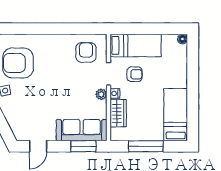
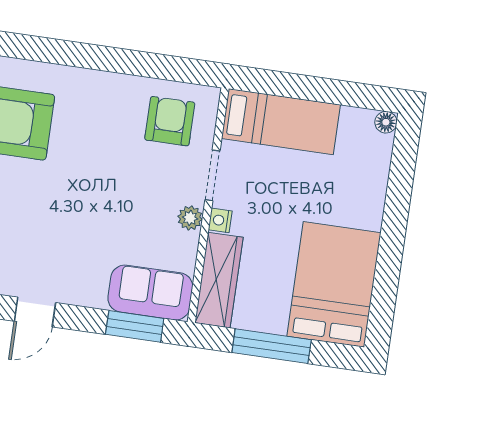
armchair: (135, 74) -> (269, 185), removed
wardrobe: (118, 113) -> (219, 280), width x1.50
bed: (176, 115) -> (334, 284), width x1.50
sofa: (82, 130) -> (150, 292), width x0.73

